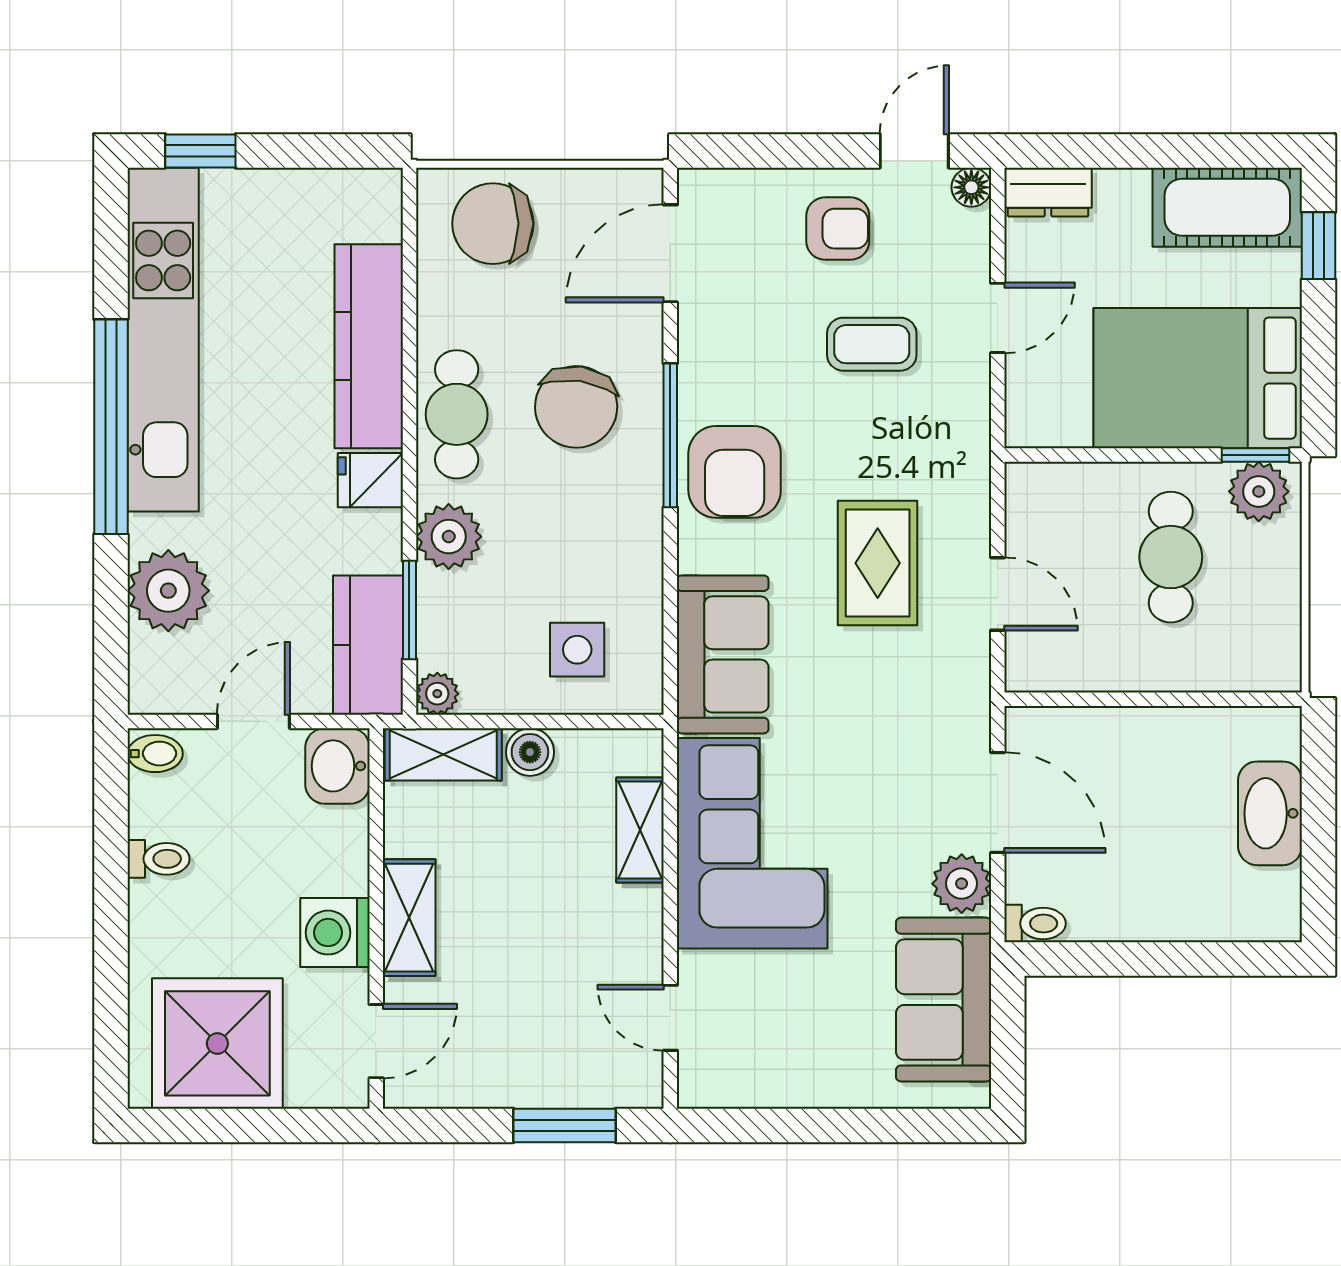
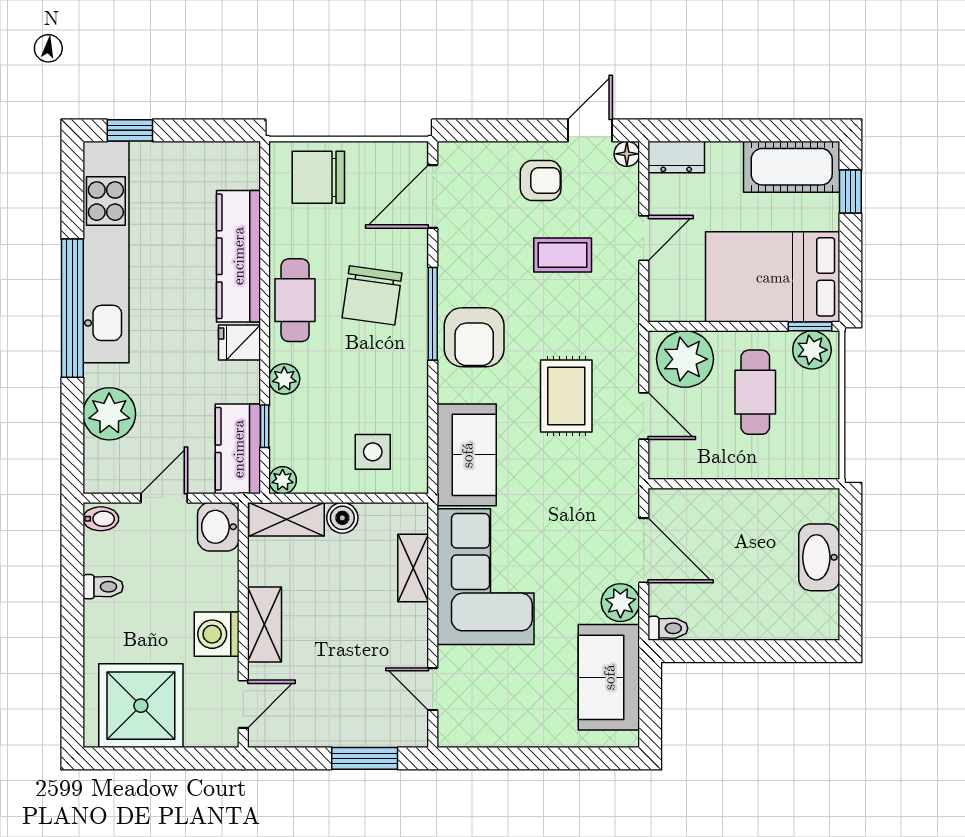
plant: (1062, 506) -> (685, 359), added
plant: (449, 537) -> (284, 379), width x0.73, depth x0.73
window: (409, 610) -> (265, 426), width x0.67

